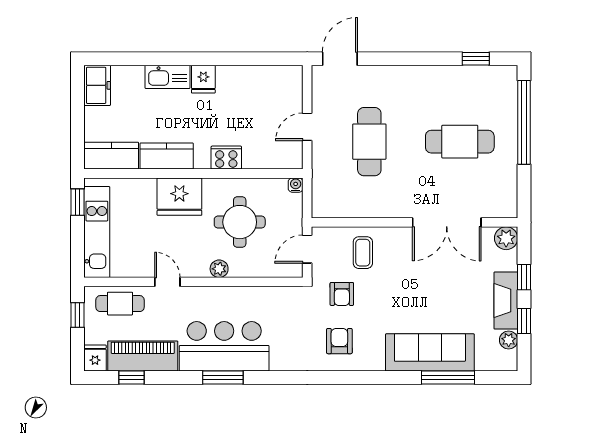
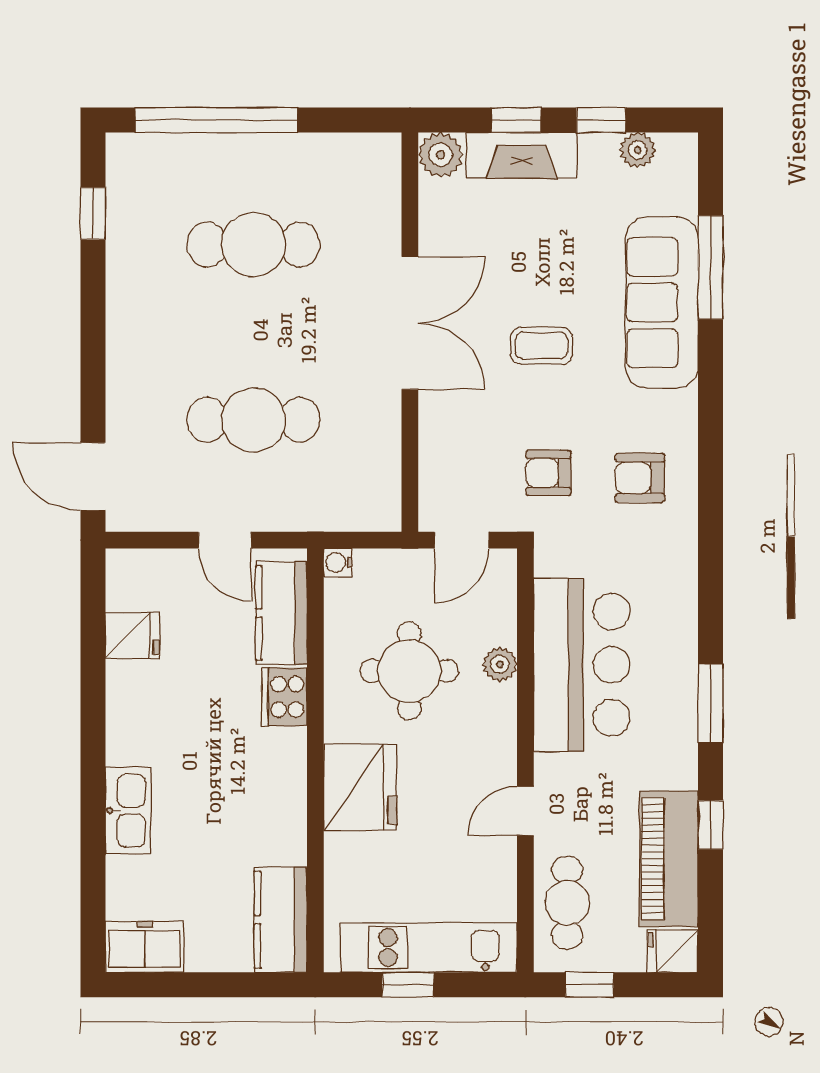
fridge: (203, 79) -> (133, 635), moved
cafe table: (460, 142) -> (254, 245), turned 90
kitchen counter: (167, 156) -> (281, 613), moved
window: (78, 202) -> (408, 985), moved
double door: (447, 222) -> (410, 323), moved
door: (307, 249) -> (462, 540), hinge flipped
coffee table: (363, 253) -> (541, 346), moved
plant: (219, 269) -> (500, 664), moved
armchair: (342, 294) -> (549, 473), turned 180
fireplace: (506, 301) -> (522, 155), moved
bar counter: (224, 346) -> (582, 665), moved, turned 180
window: (132, 378) -> (711, 825), moved

